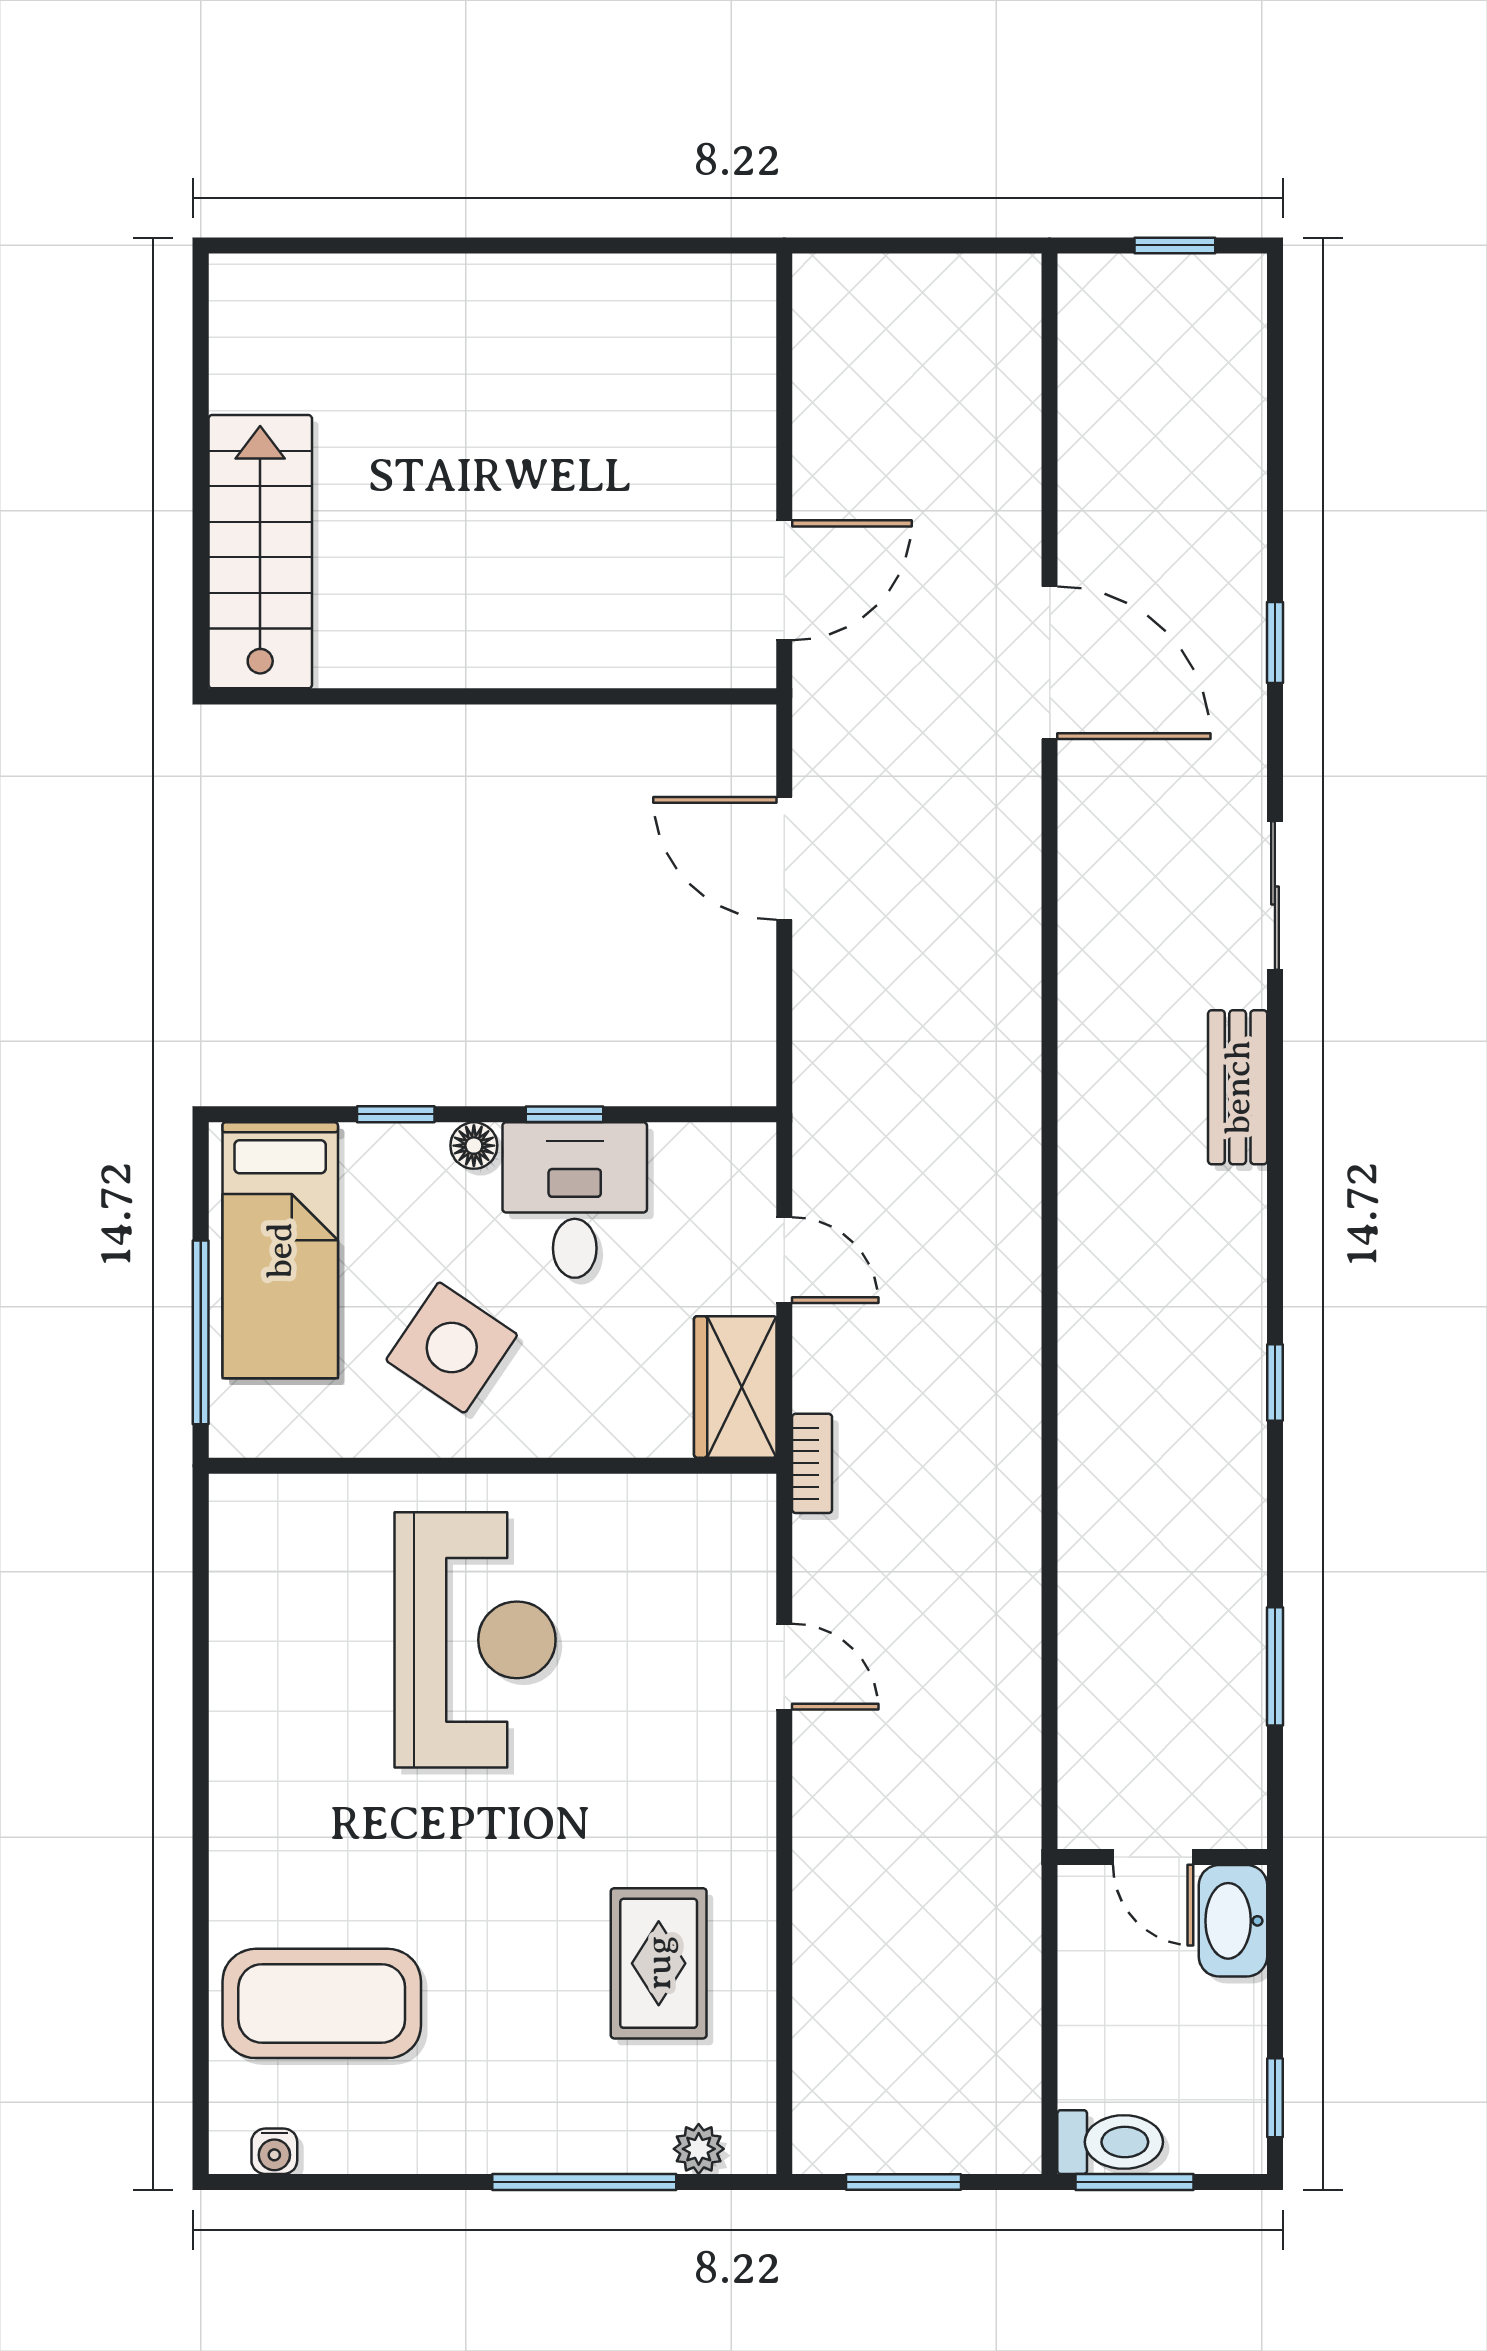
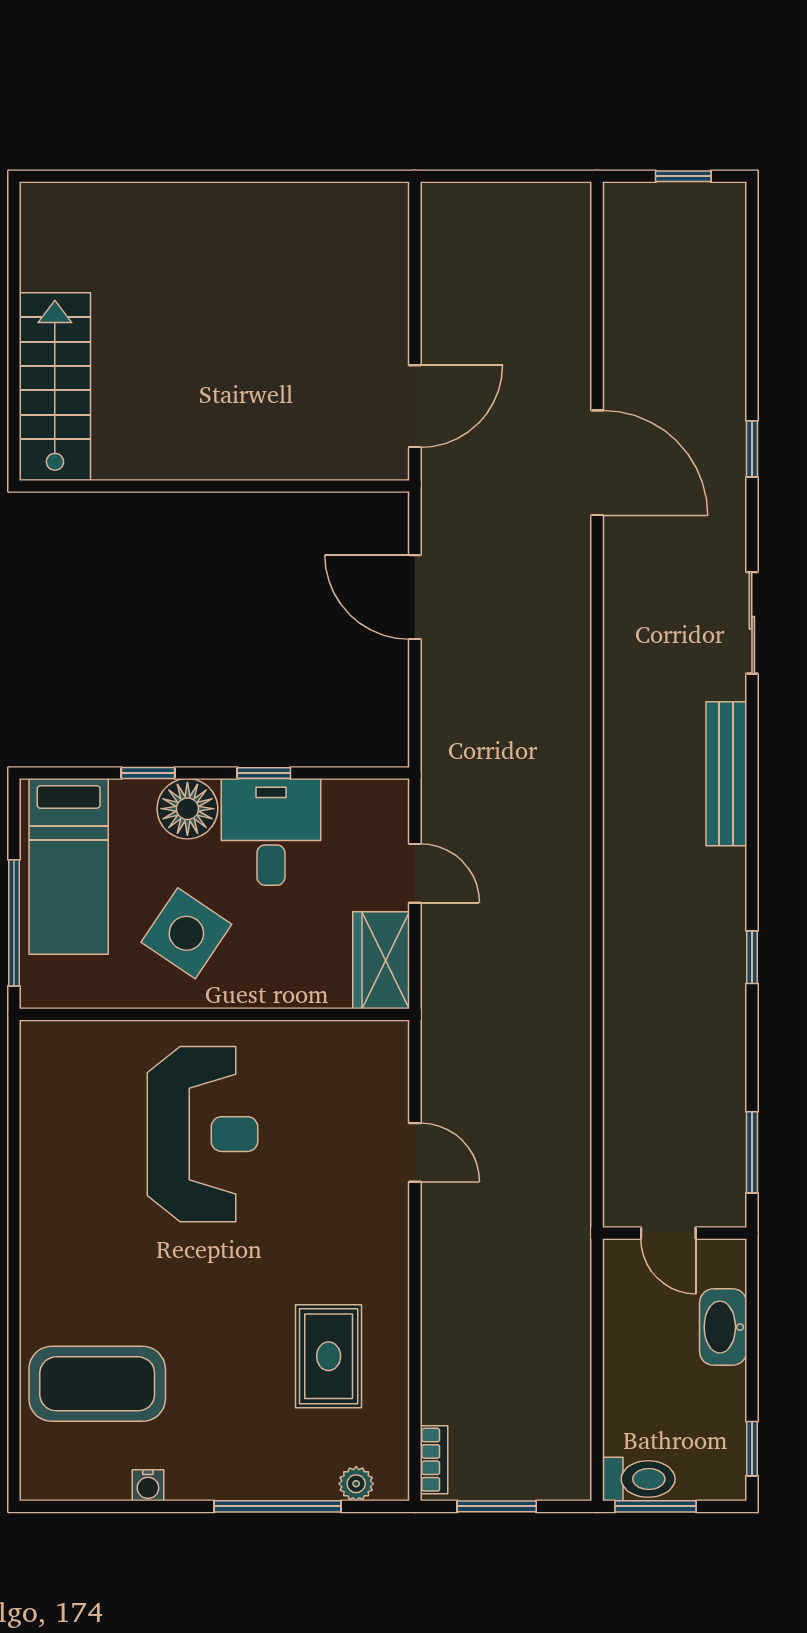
bench: (1238, 1087) -> (726, 774), width x1.36
floor lamp: (474, 1146) -> (187, 809), width x1.89, depth x1.89
bookcase: (812, 1463) -> (434, 1460), moved
door: (1153, 1857) -> (668, 1233), moved
wall: (1162, 1857) -> (675, 1233), moved
water cooler: (274, 2151) -> (148, 1485), moved

